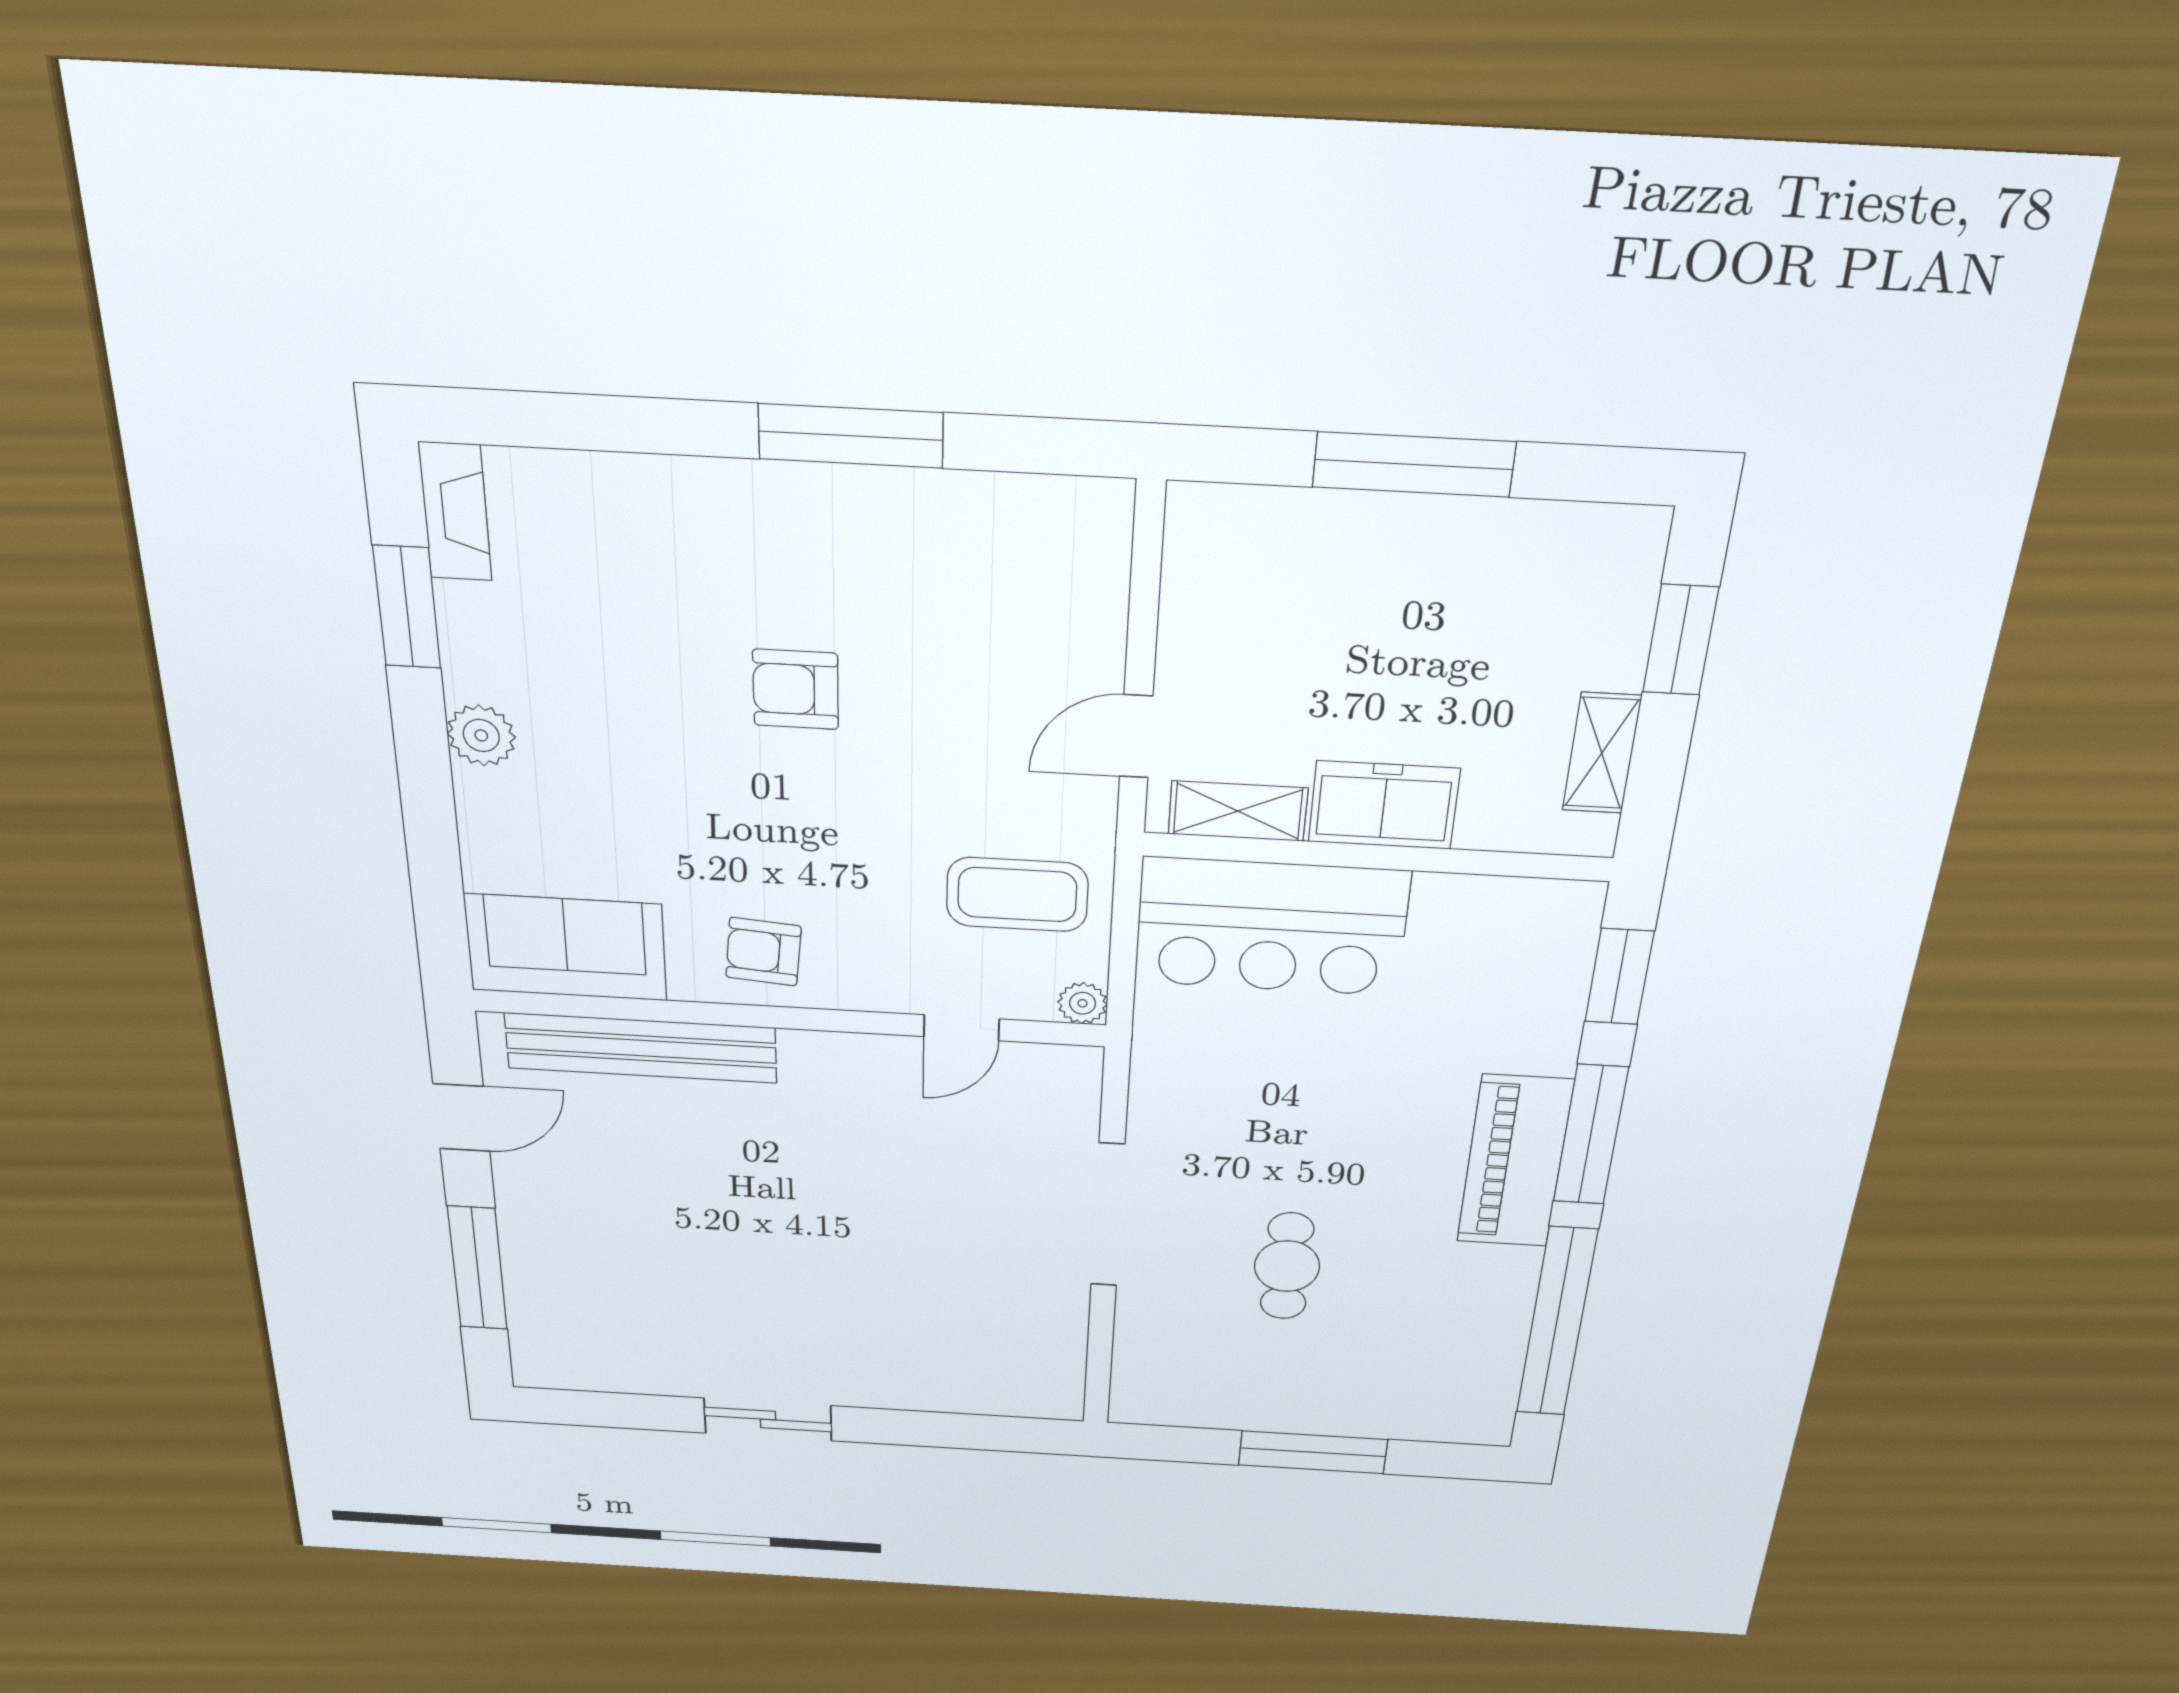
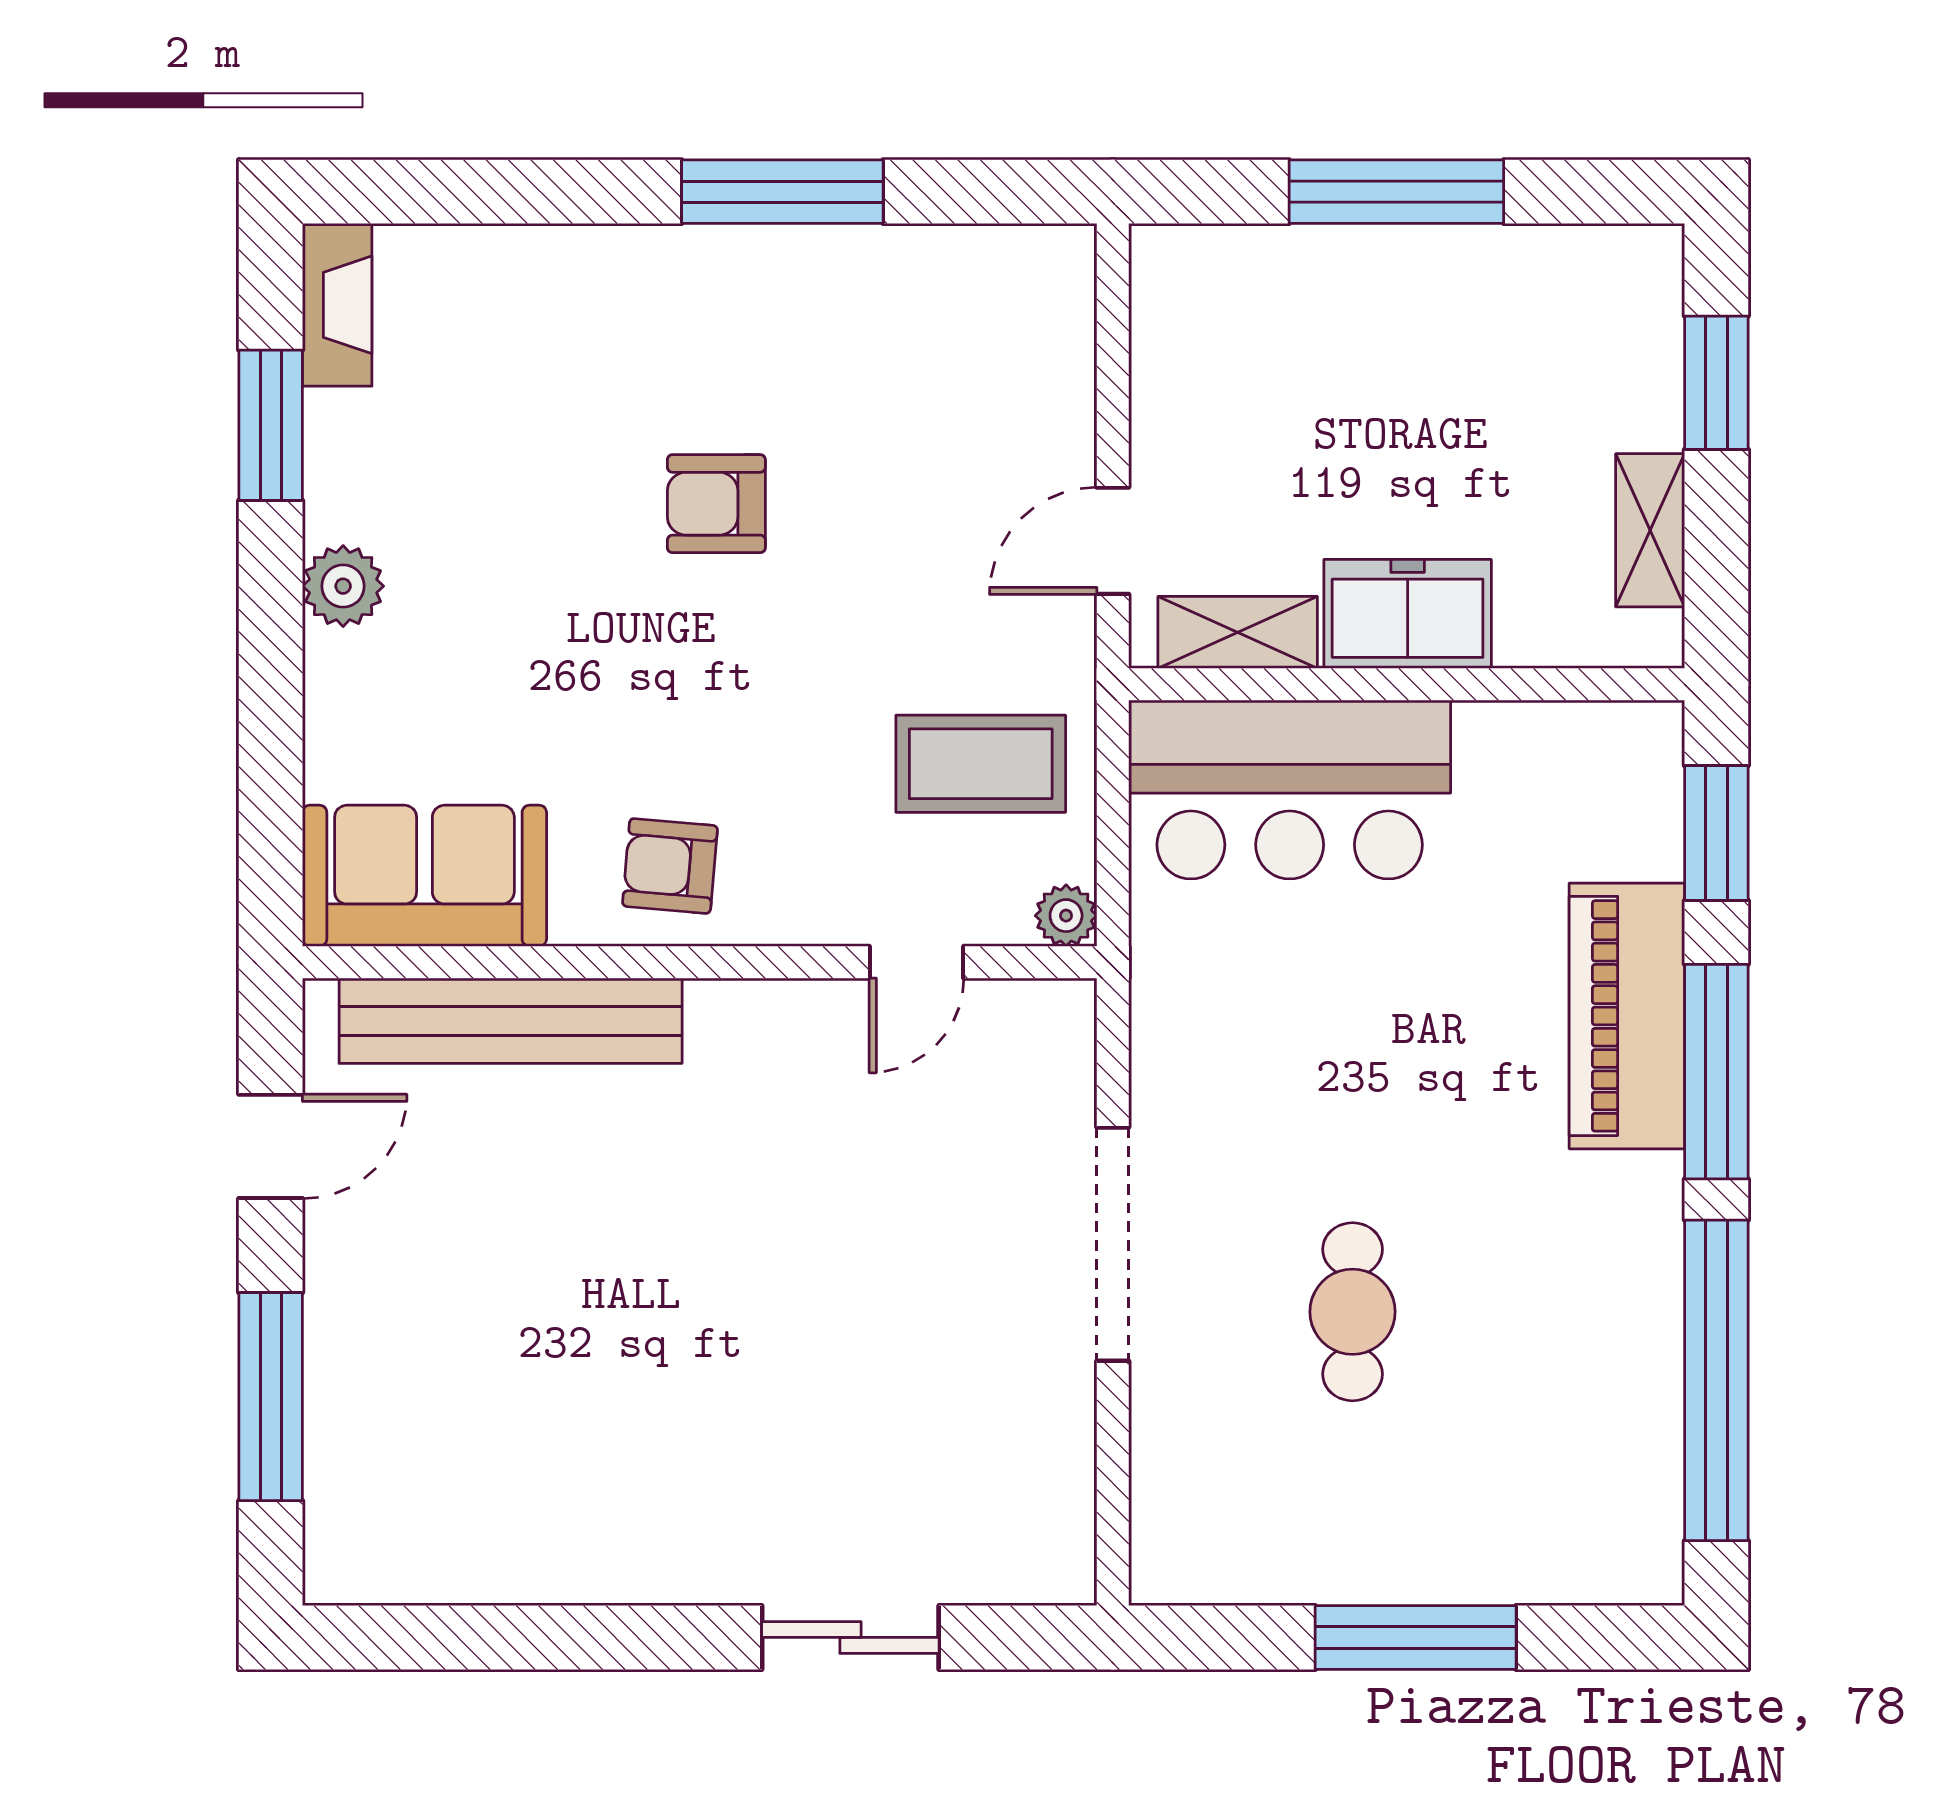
piano: (1515, 1161) -> (1627, 1016), moved
sliding door: (768, 1419) -> (850, 1637), moved

